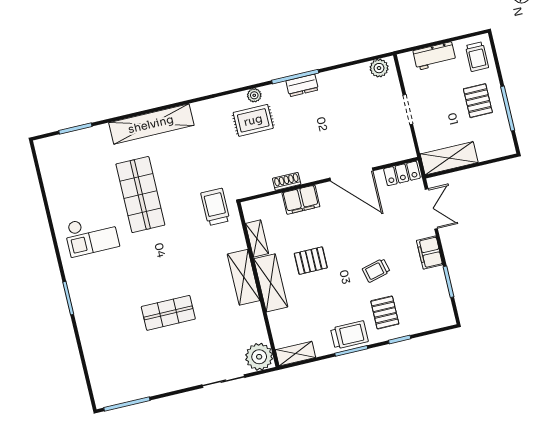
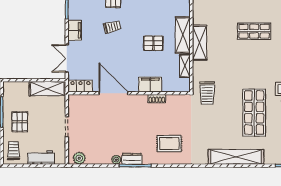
plant: (254, 95) -> (116, 160), moved

